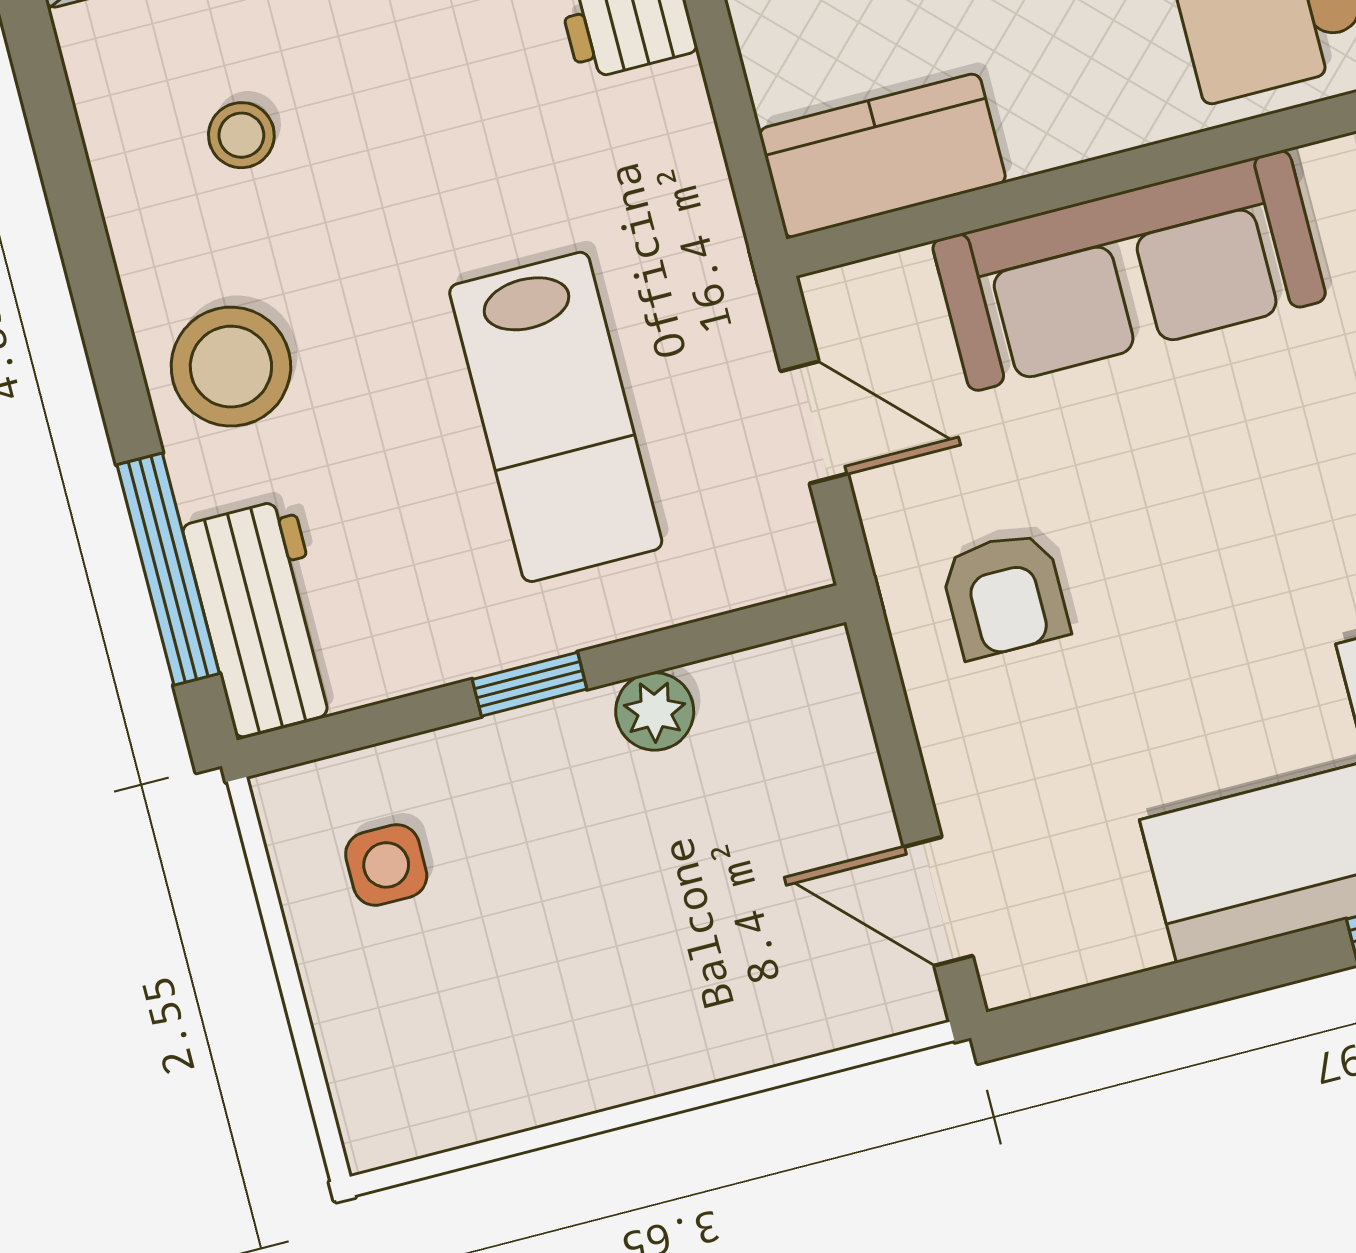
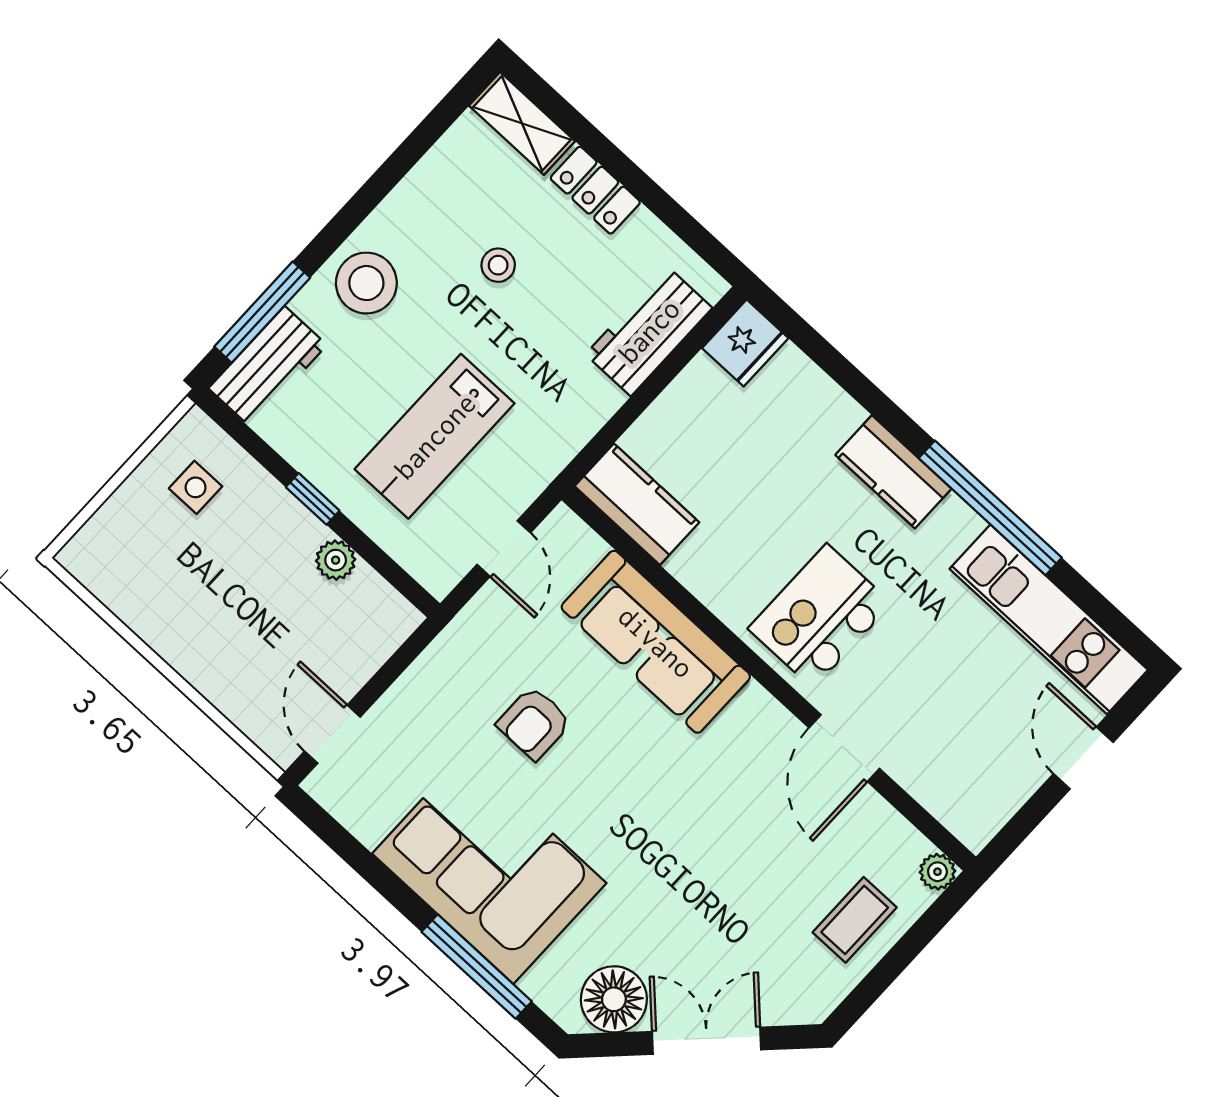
stool: (241, 135) -> (498, 265), moved
armchair: (1005, 595) -> (534, 723), moved

